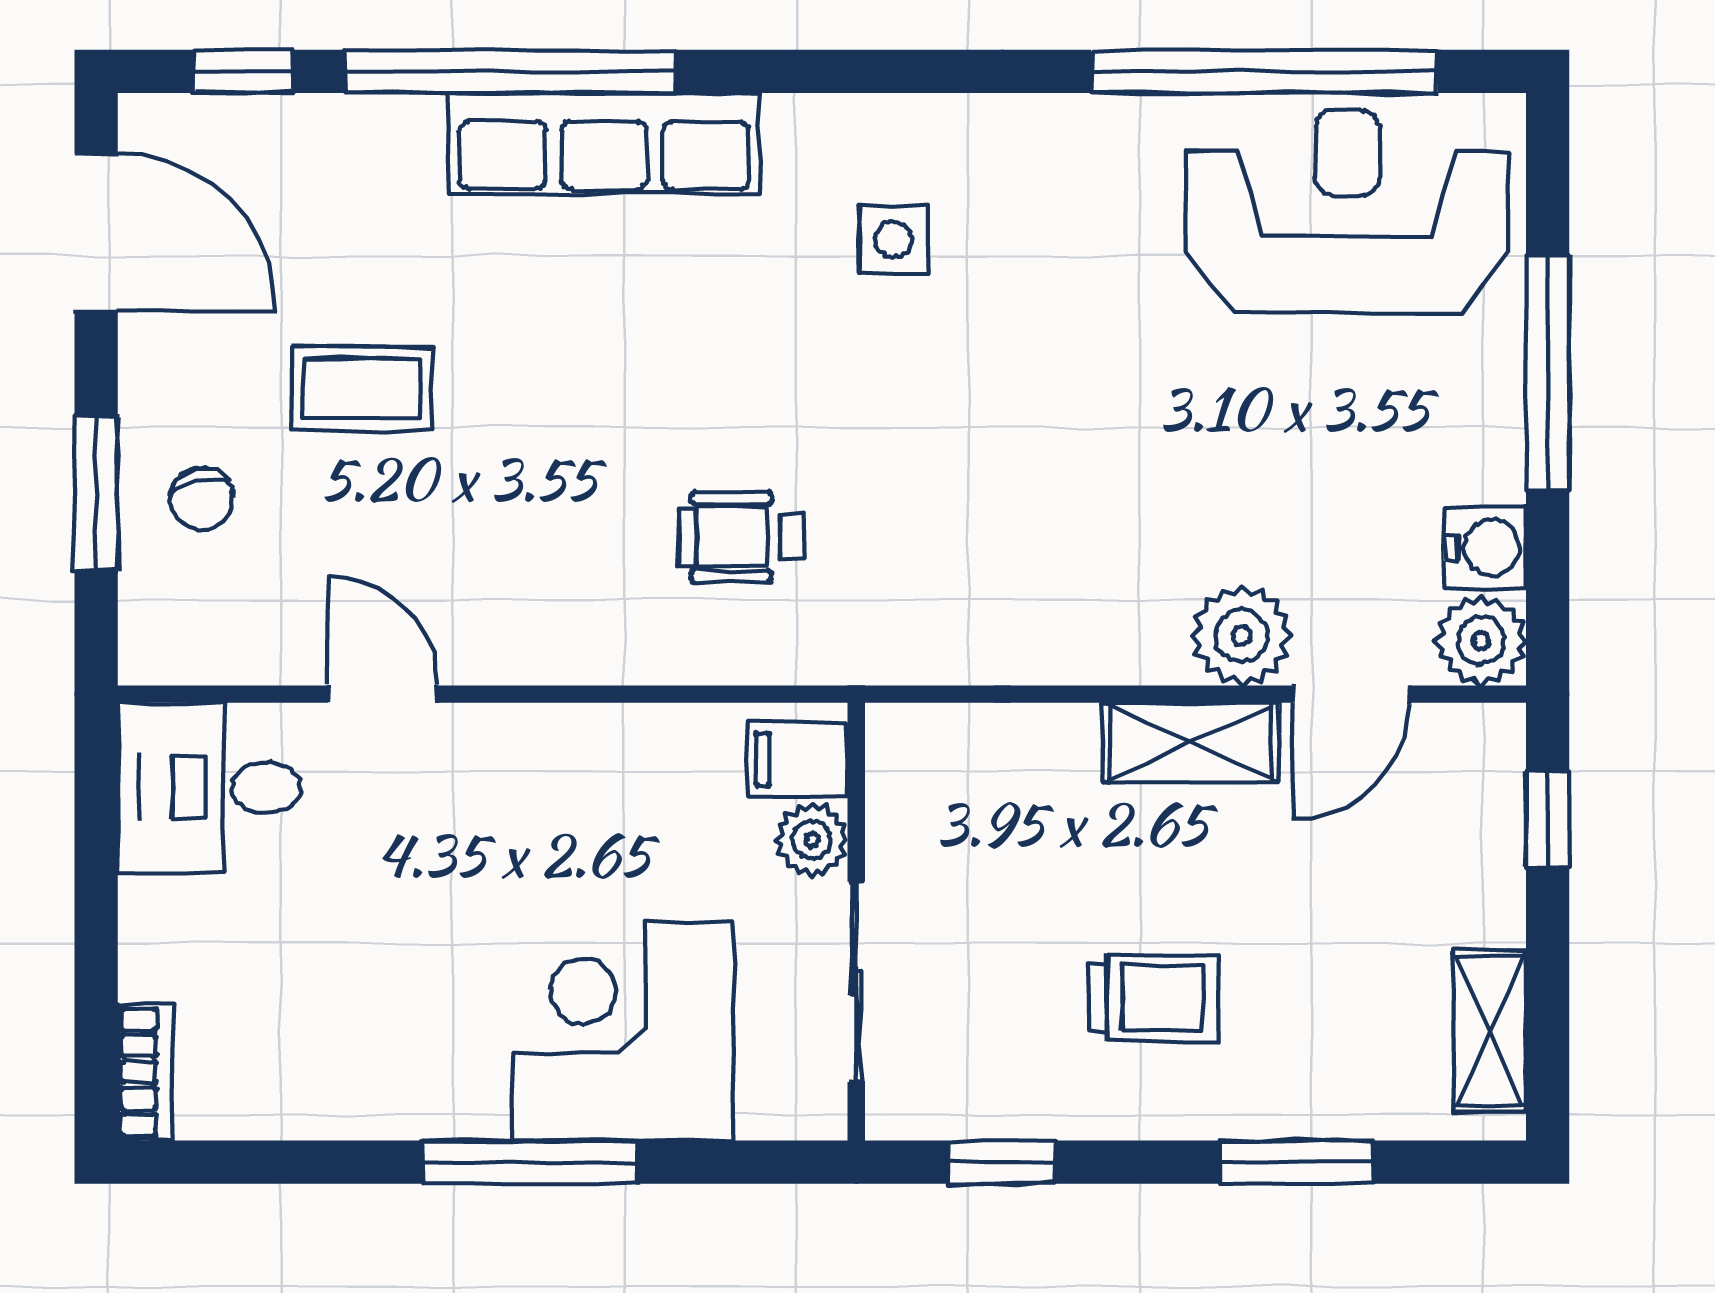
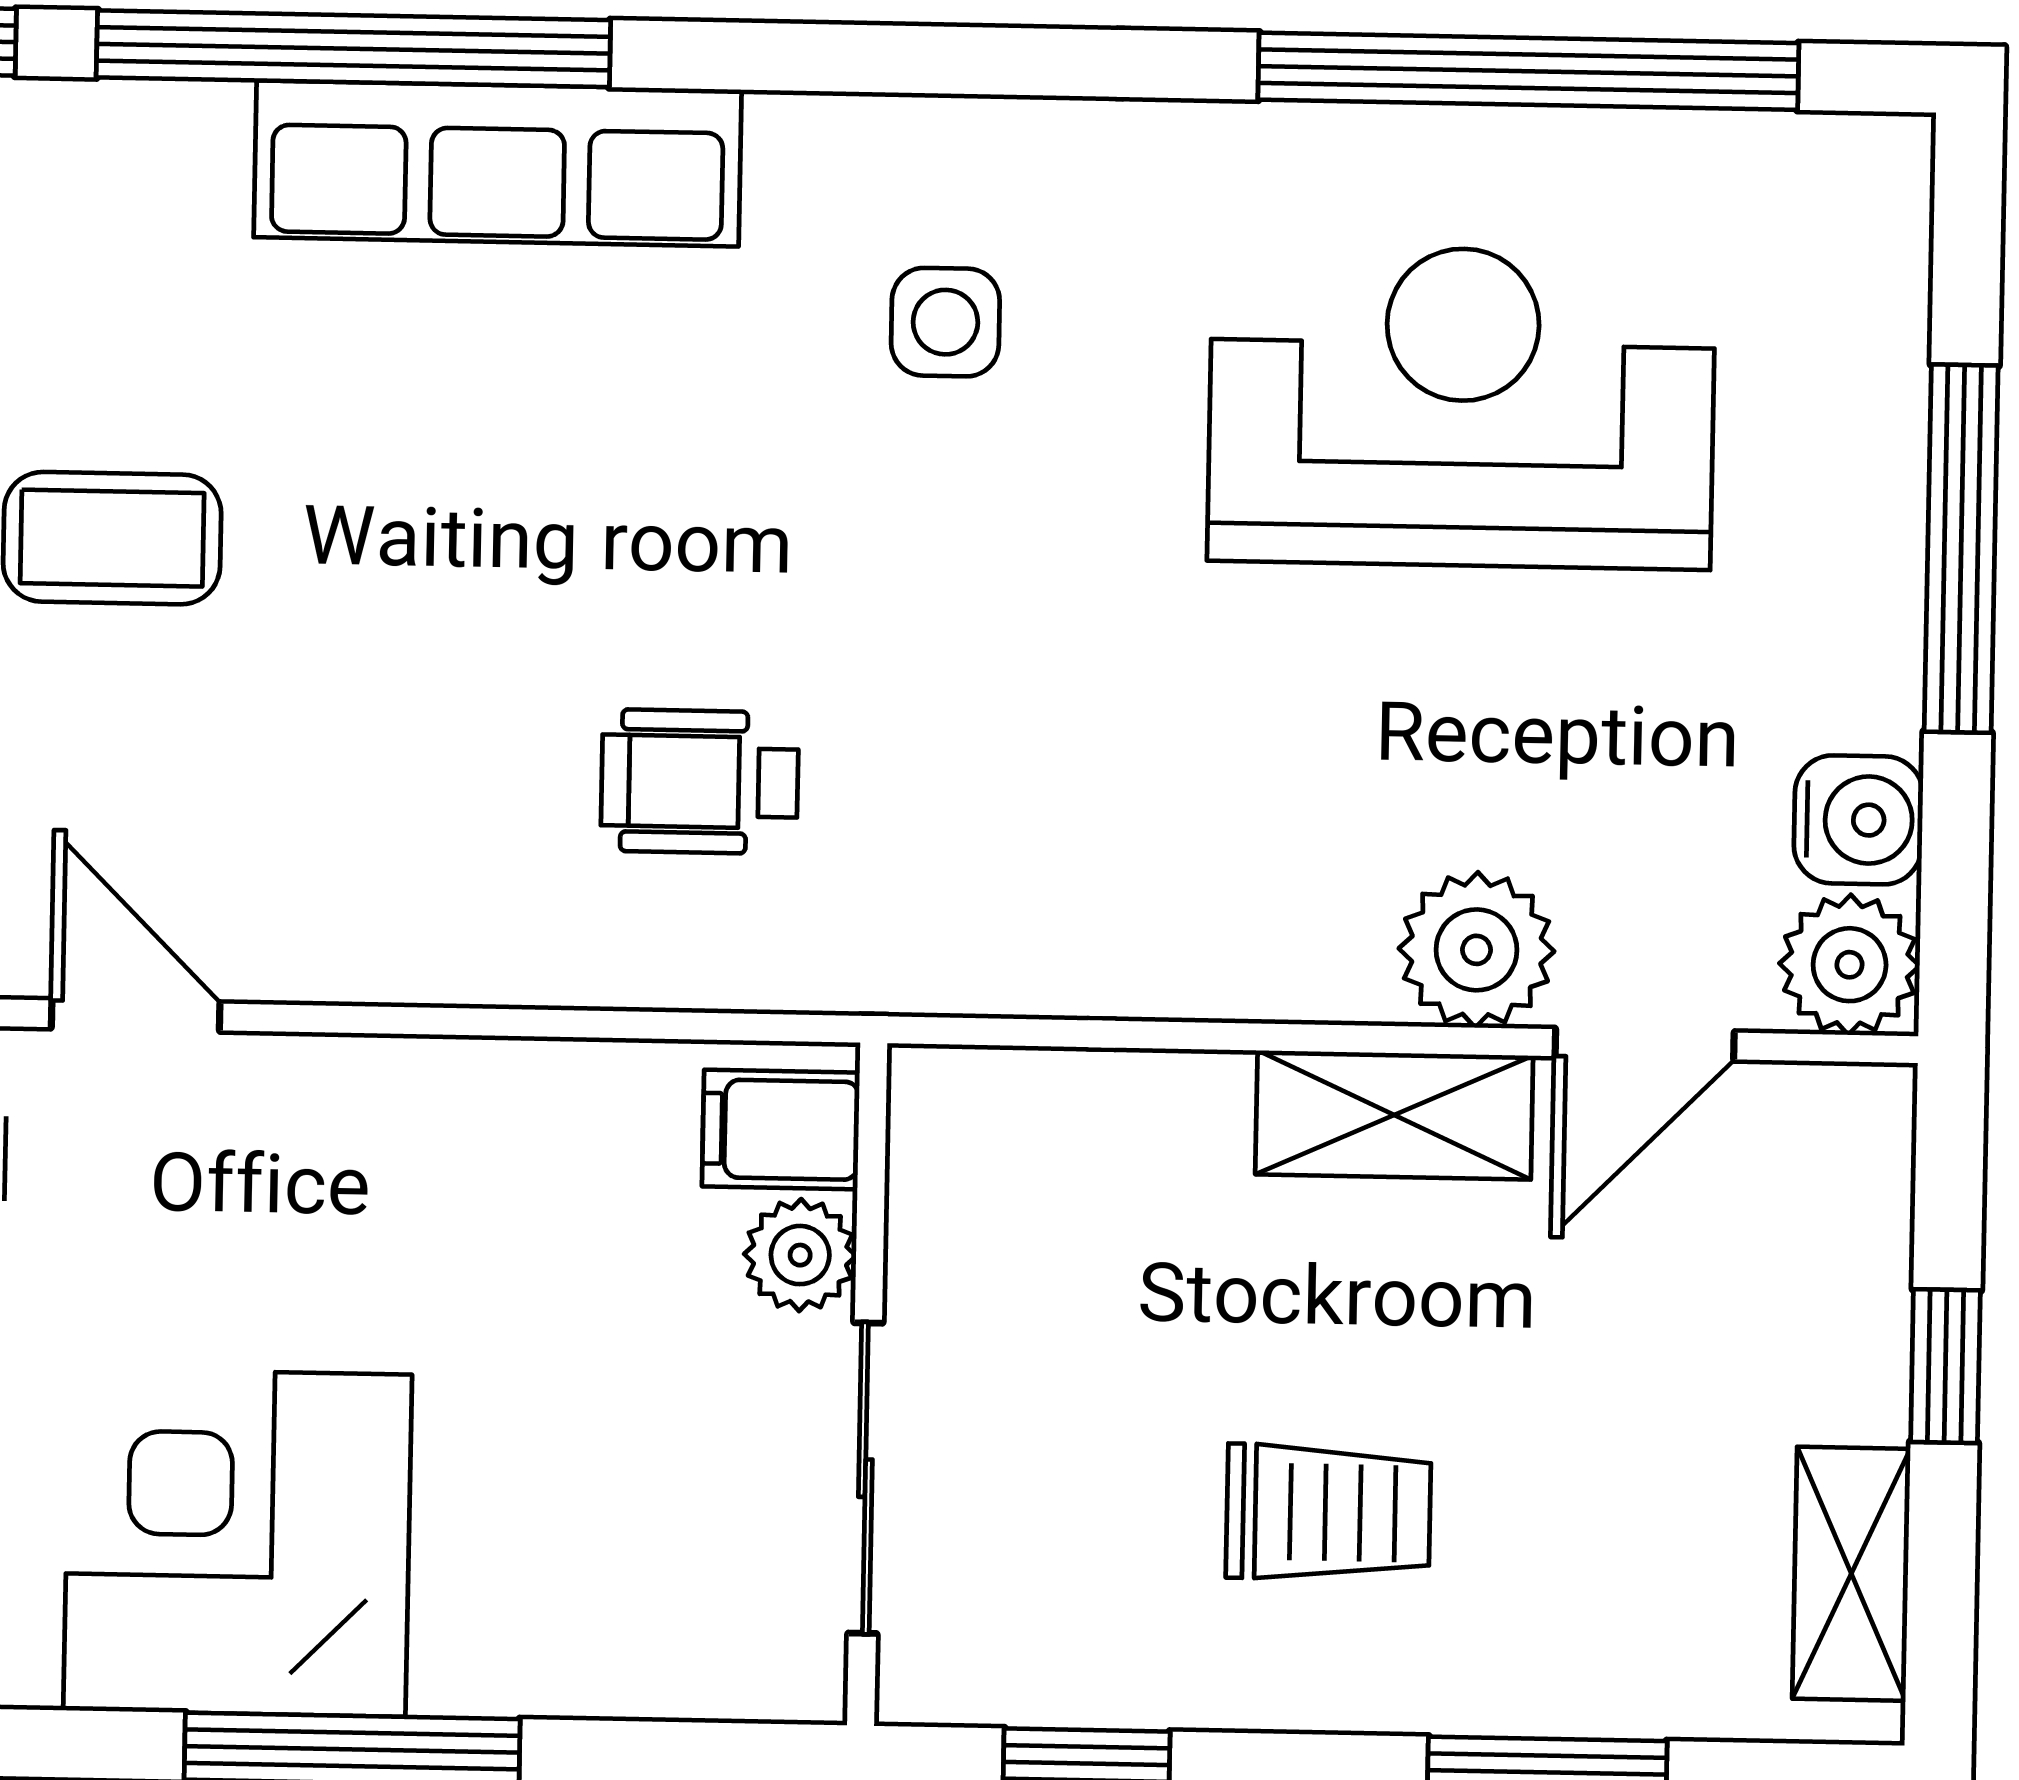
reception desk: (1348, 212) -> (1461, 407), moved
window: (1548, 819) -> (1945, 1366), moved
corner desk: (623, 1031) -> (238, 1543), moved

